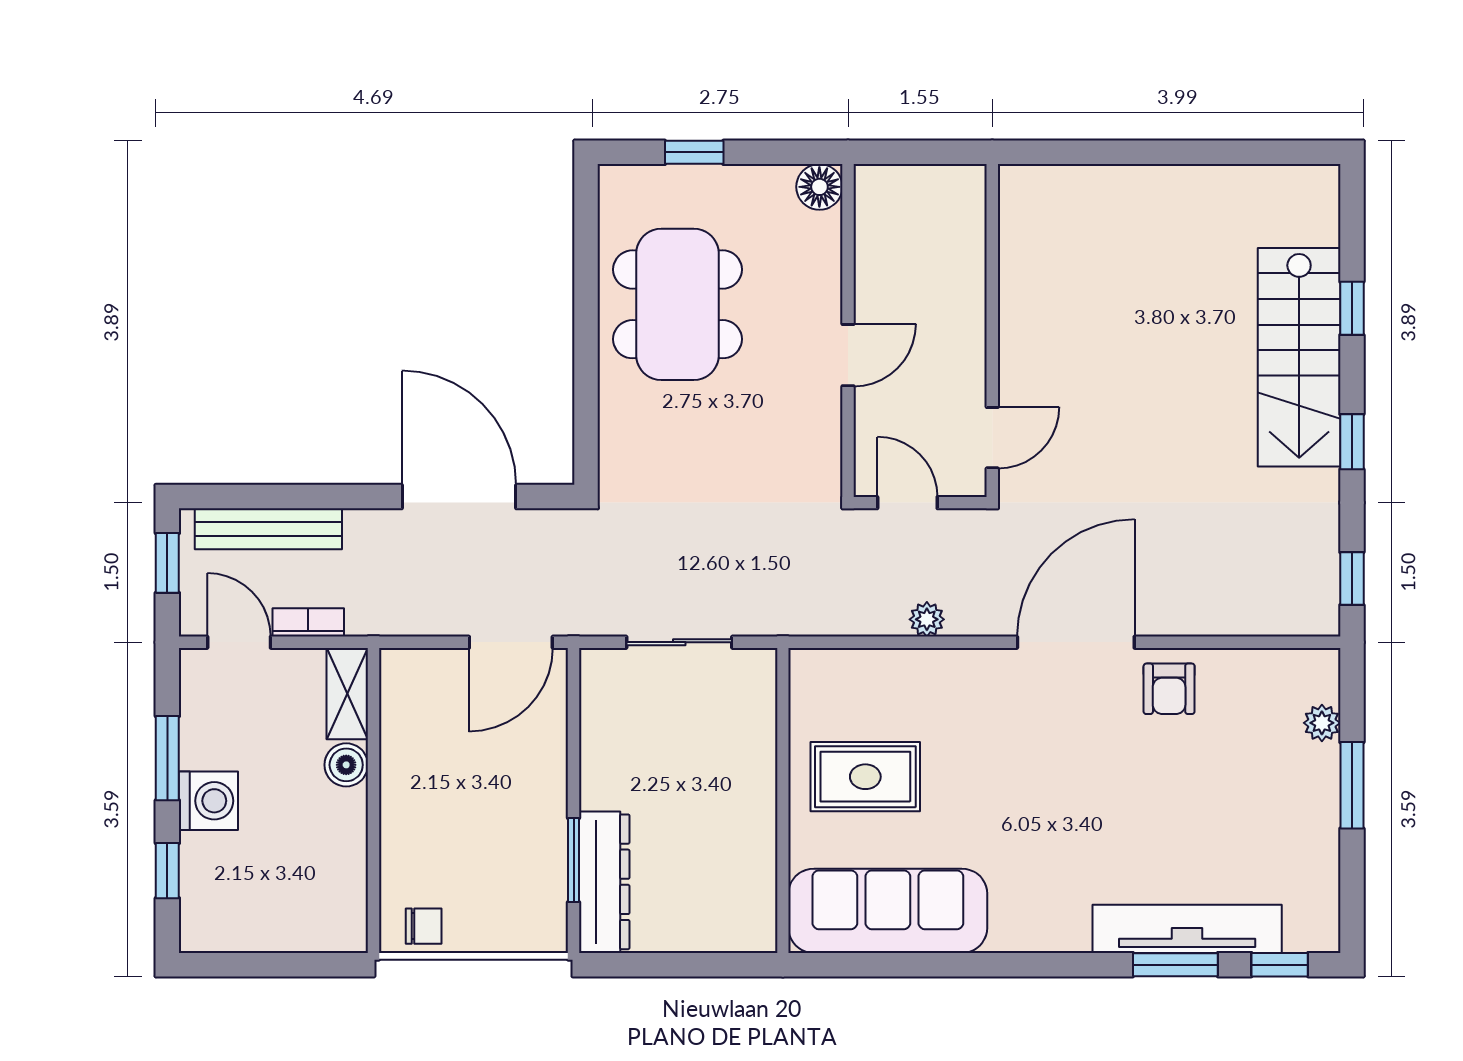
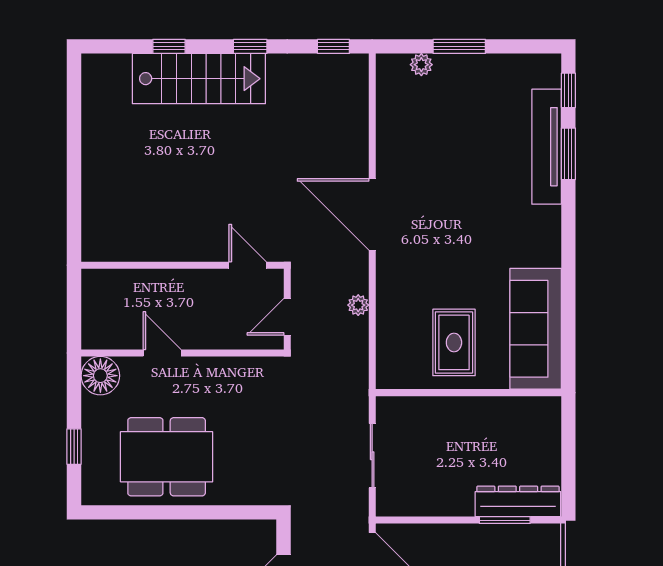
floor lamp: (819, 187) -> (100, 376), width x1.38, depth x1.38
door: (848, 355) -> (162, 353), moved
armchair: (1169, 689) -> (400, 158), removed

